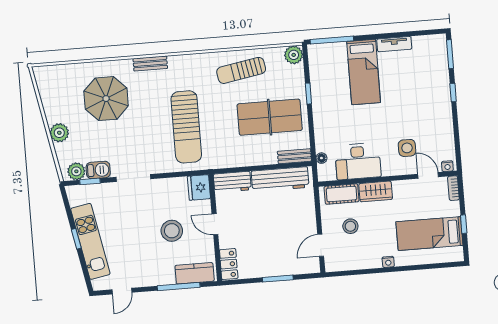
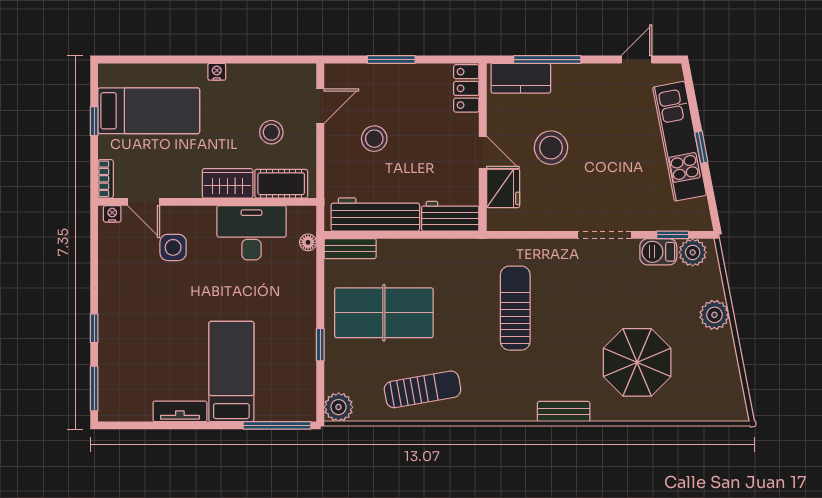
sun lounger: (186, 127) -> (515, 308), width x0.73, depth x0.75
fridge: (199, 187) -> (503, 188), moved
stool: (285, 227) -> (374, 139), added

